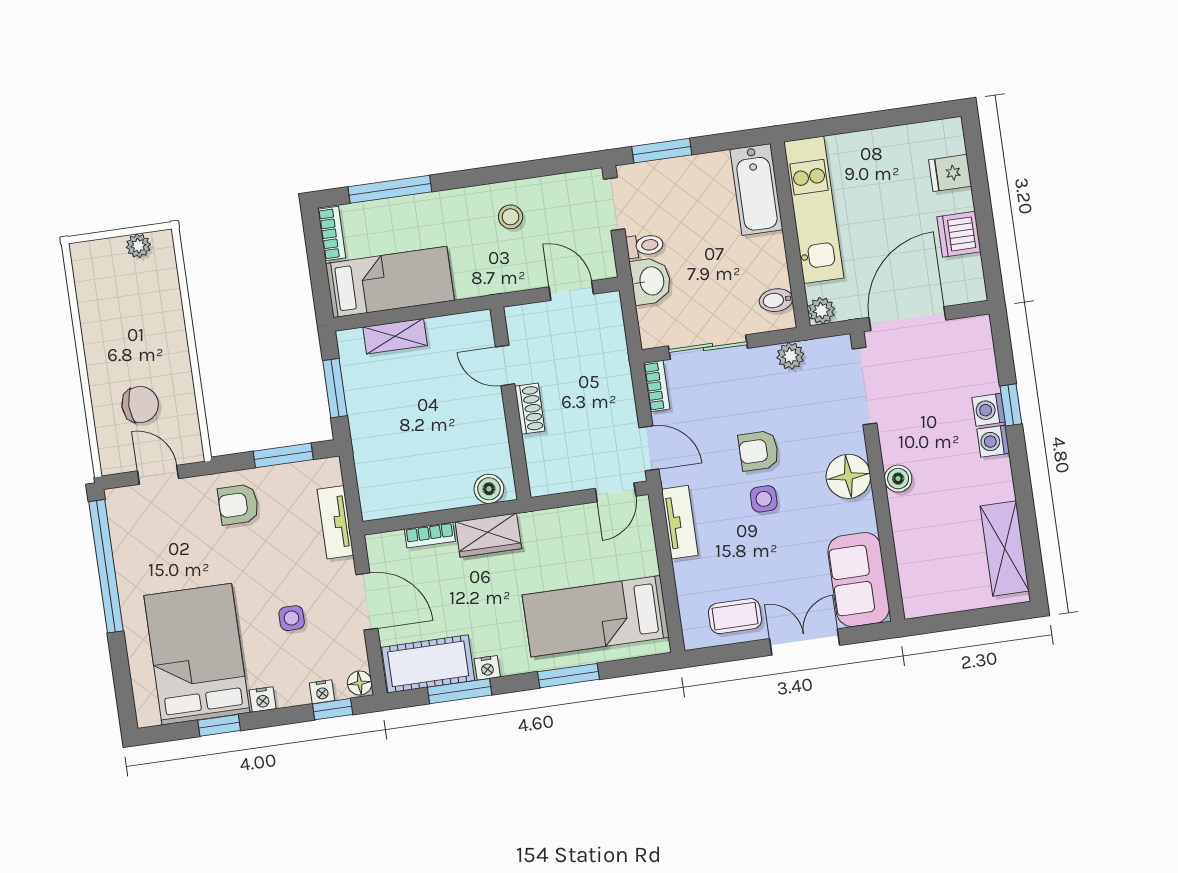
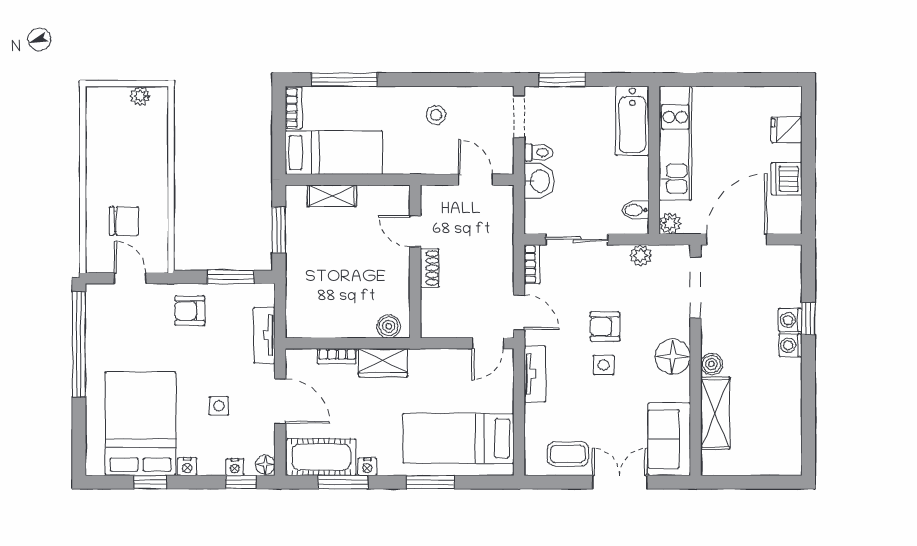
shelving: (1005, 548) -> (715, 413), moved

